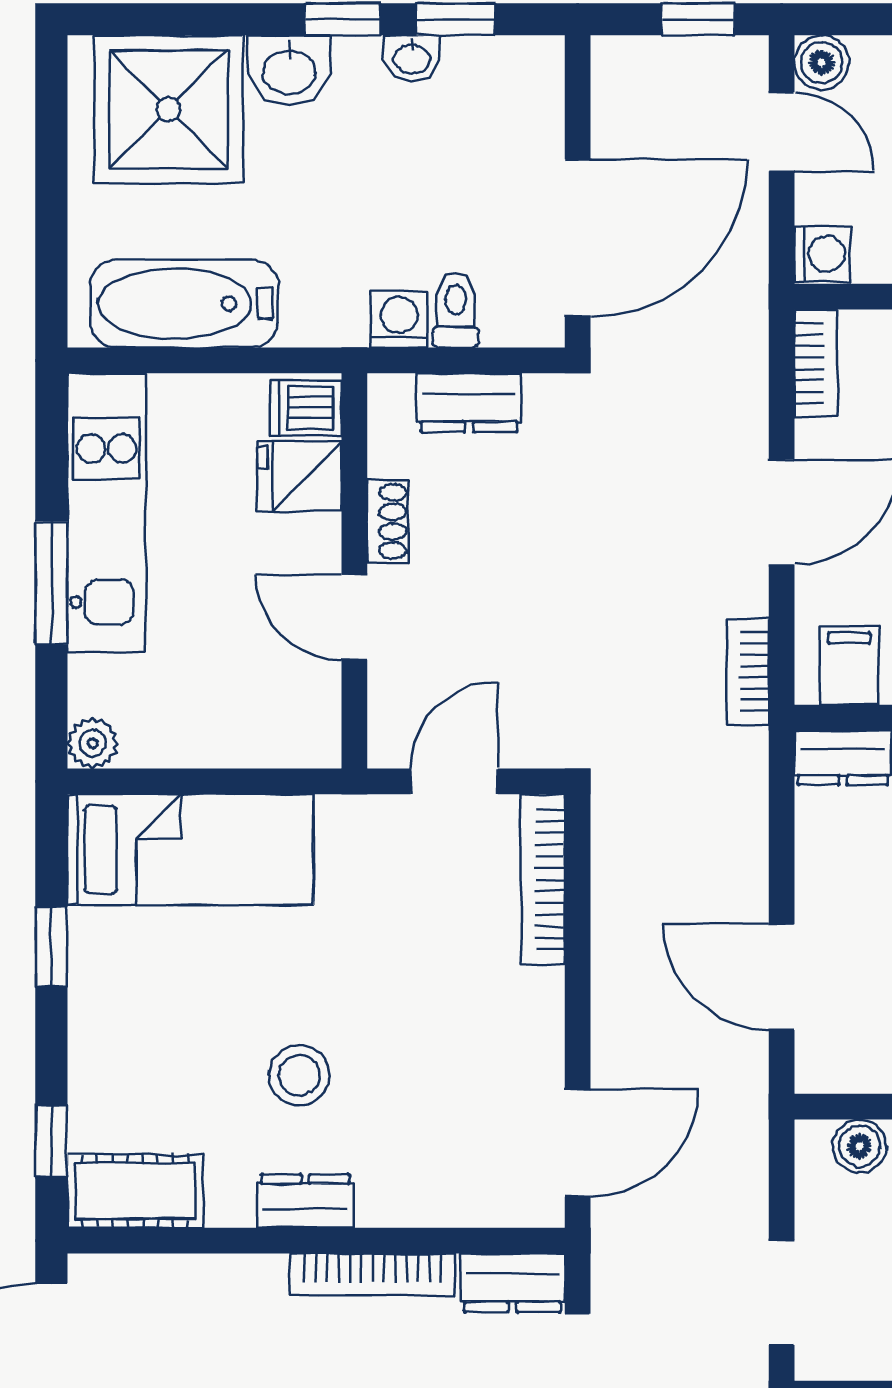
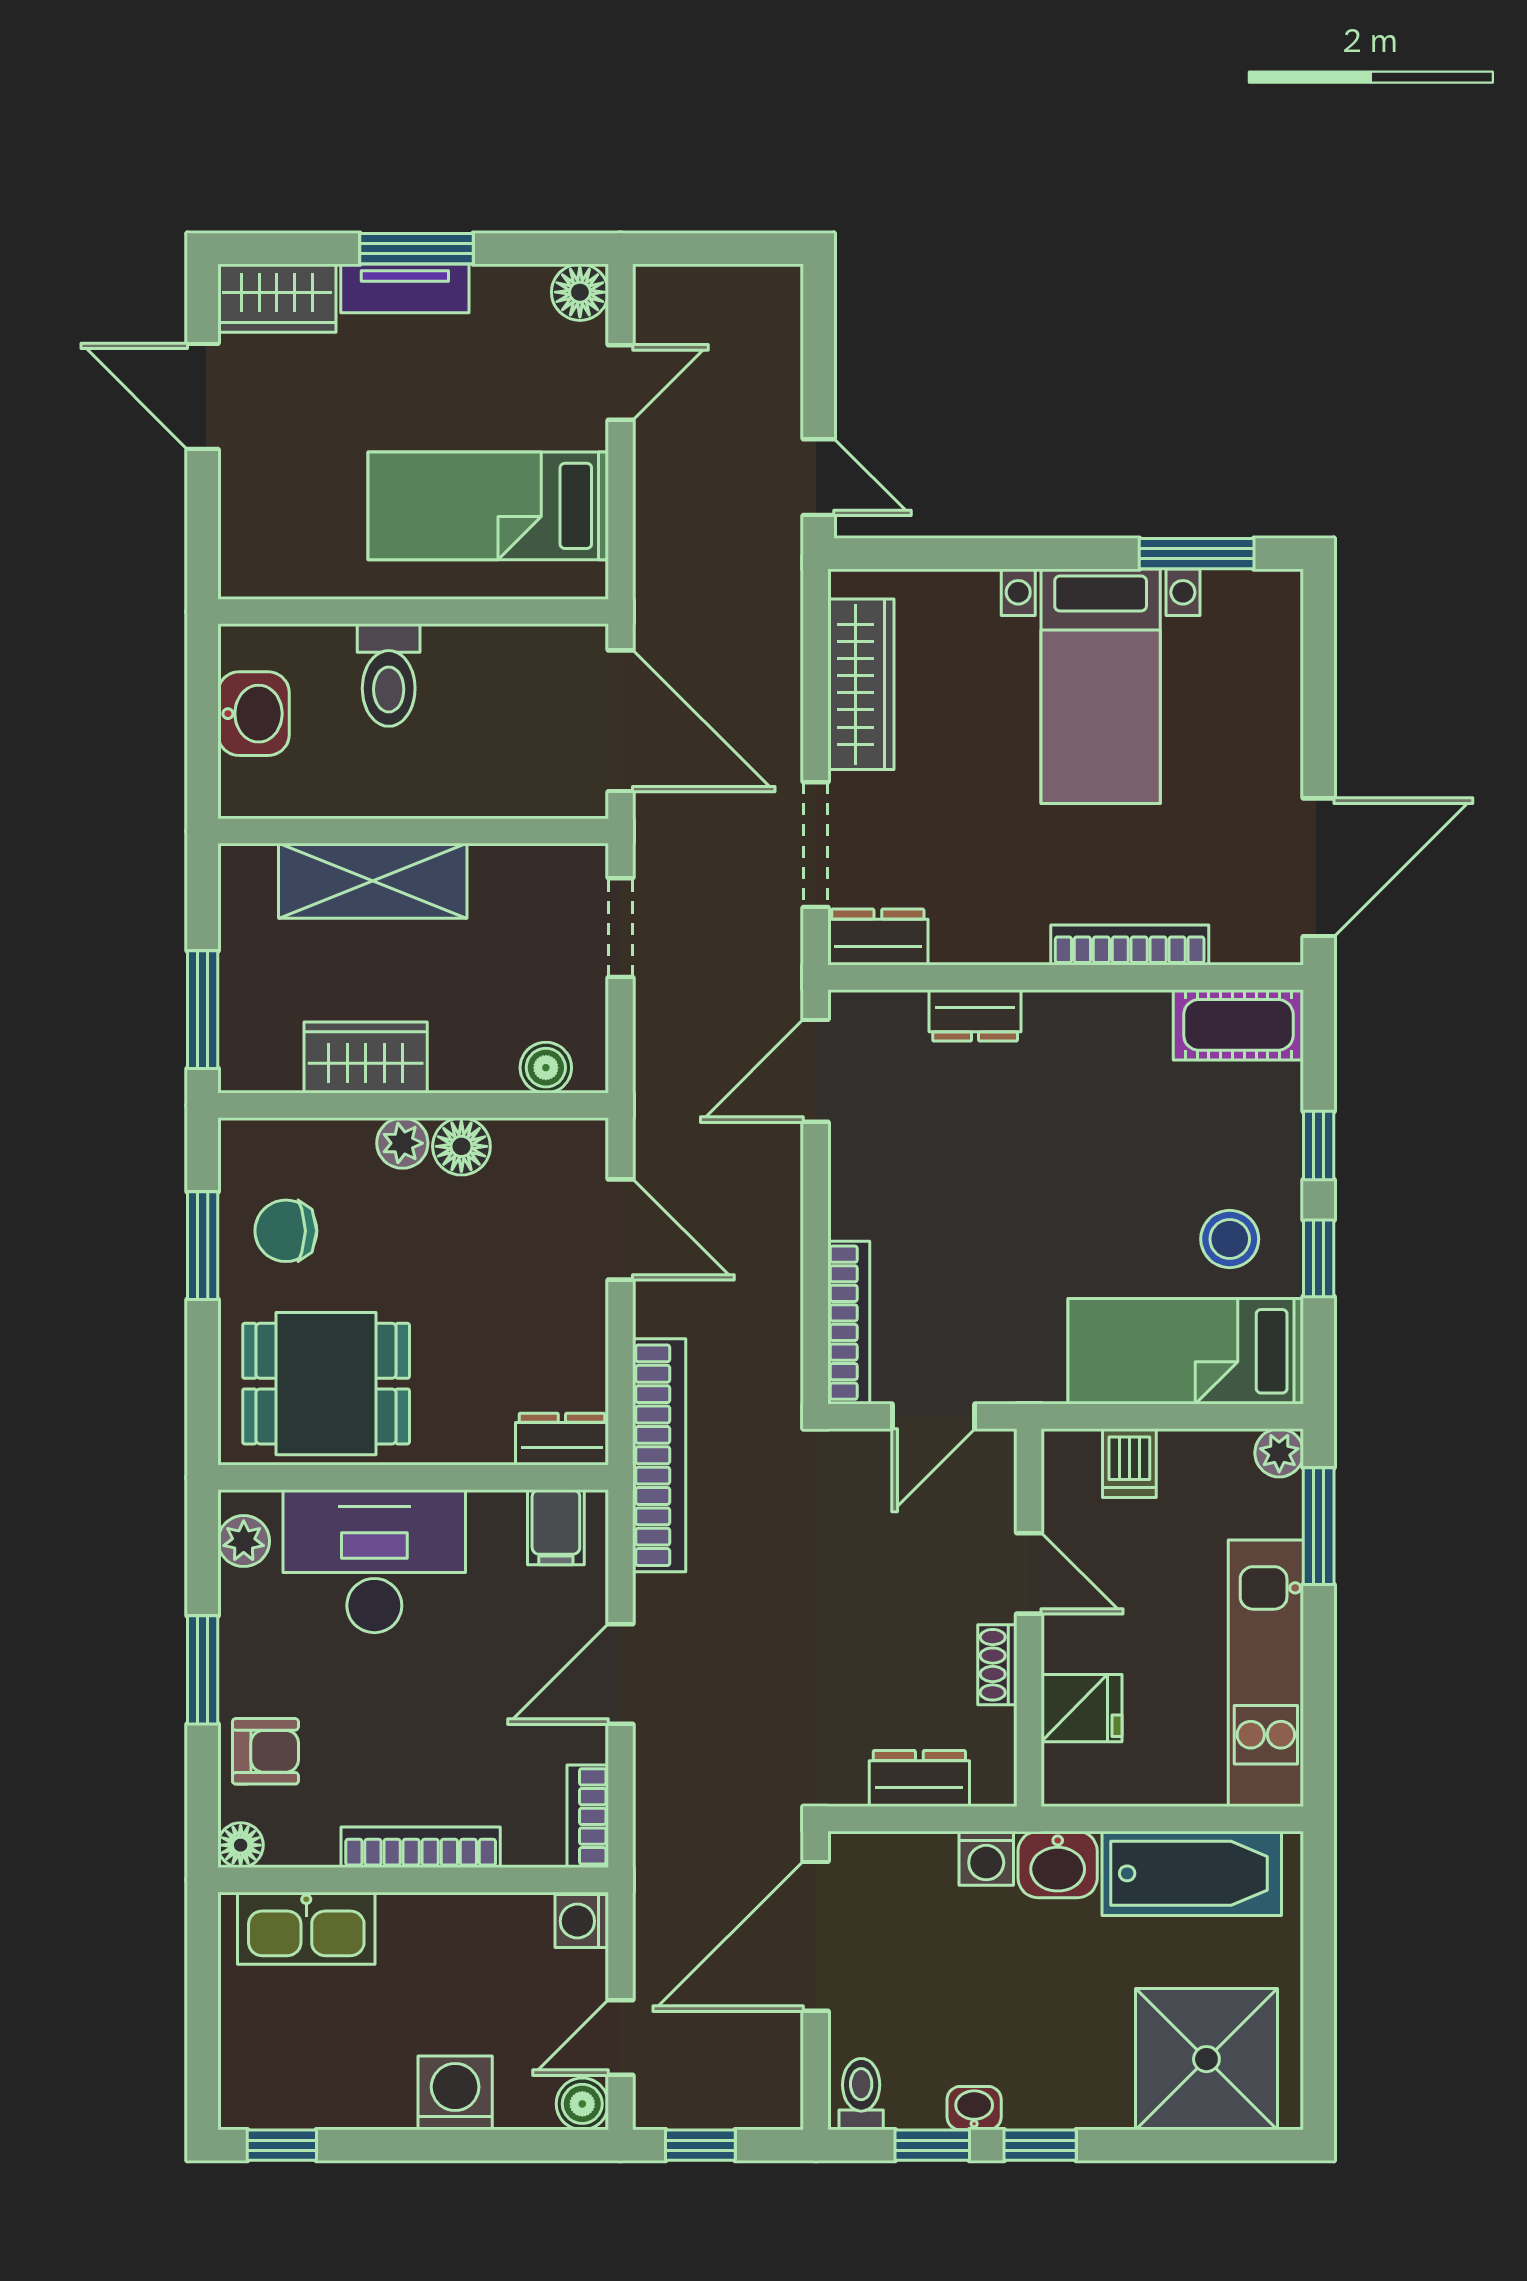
washbasin: (289, 70) -> (1058, 1864), moved, turned 180
door: (782, 132) -> (620, 2037), hinge flipped
toilet: (456, 310) -> (861, 2094), moved, turned 180
dishwasher: (305, 408) -> (1129, 1463), moved, turned 90
window: (51, 583) -> (1319, 1526), moved
bookcase: (748, 672) -> (659, 1455), width x2.31, depth x1.31
stool: (299, 1075) -> (1230, 1239), moved
window: (51, 1141) -> (1319, 1146), moved
dresser: (305, 1201) -> (975, 1015), moved
bookcase: (373, 1275) -> (1130, 945), moved

